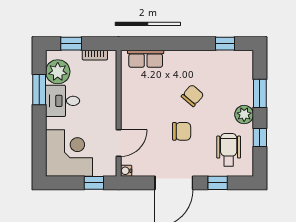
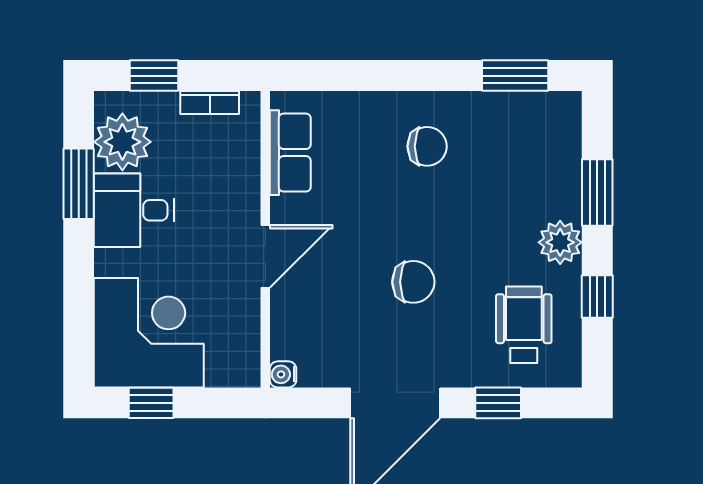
window: (225, 44) -> (515, 76), width x1.50
row of seats: (146, 59) -> (290, 153), moved, turned -90
chair: (193, 96) -> (427, 146), moved, turned 49
door: (119, 143) -> (265, 256), moved
window: (94, 183) -> (151, 403), moved

